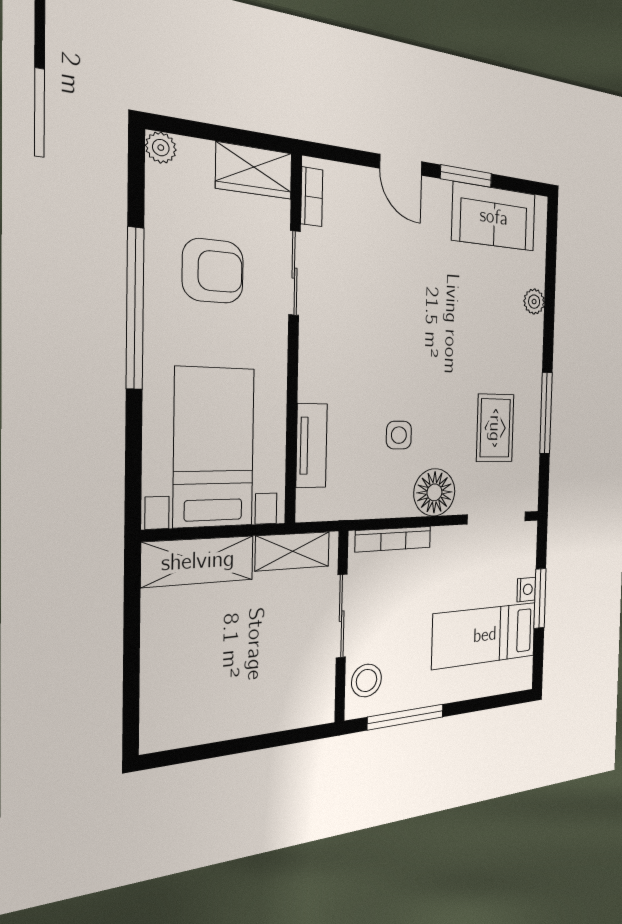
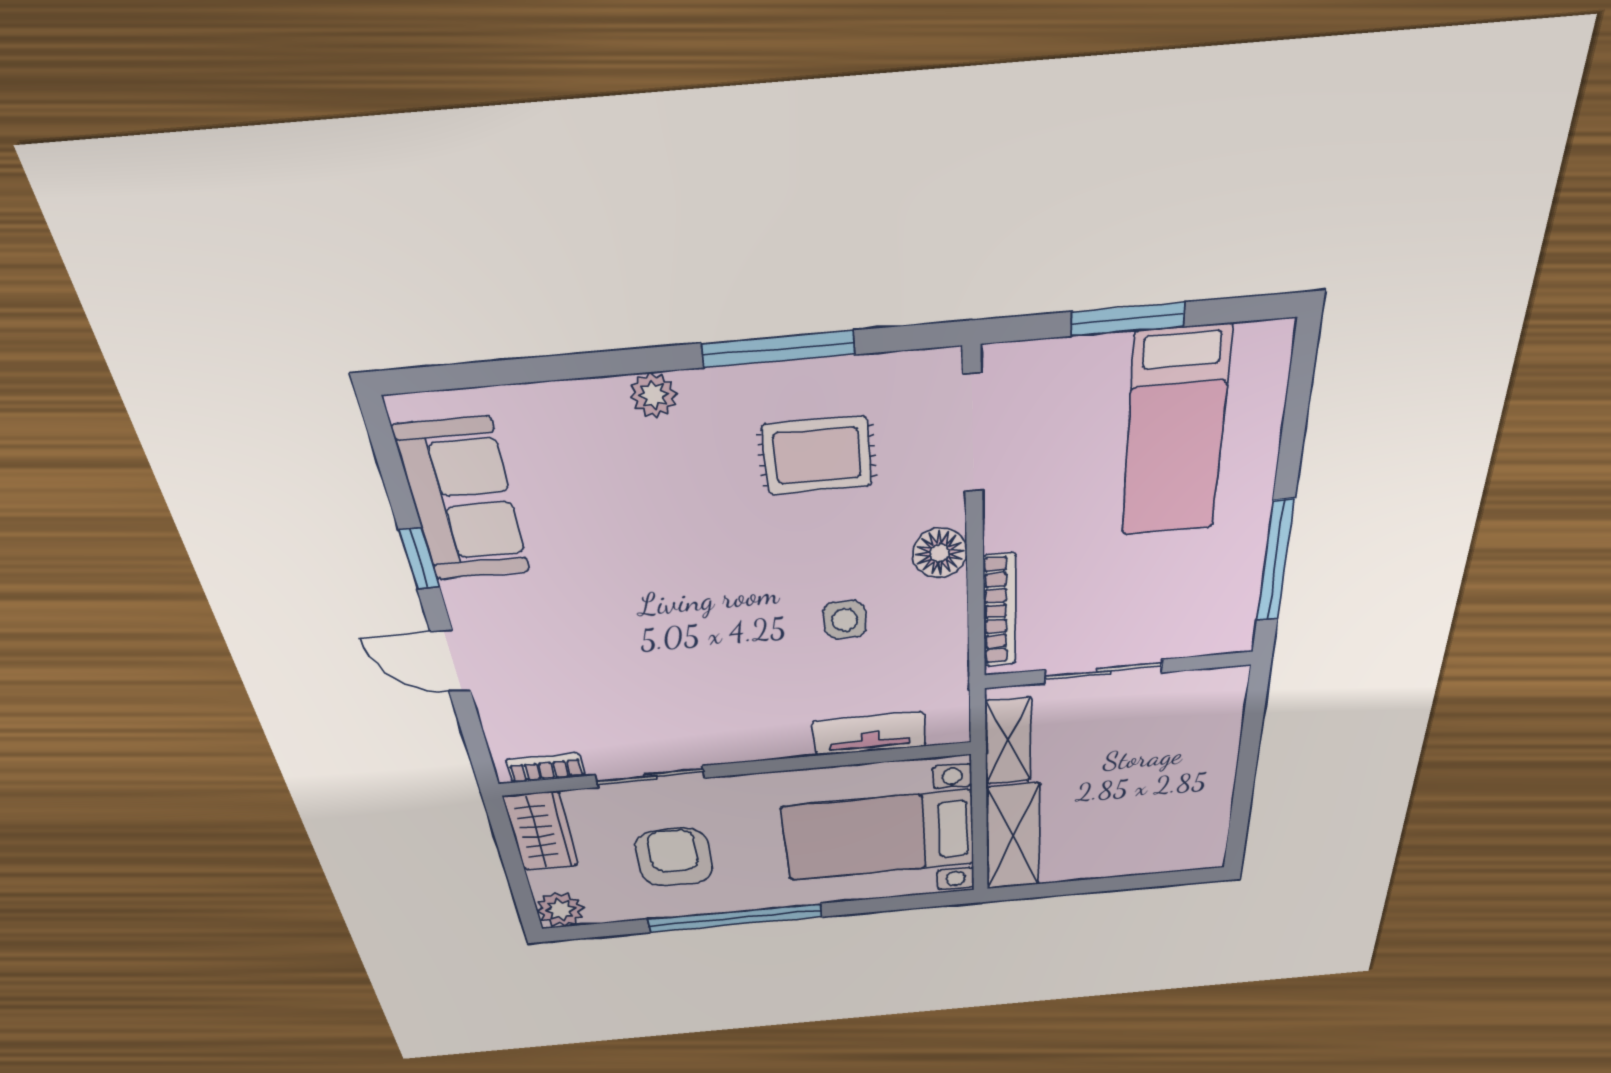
plant: (161, 148) -> (560, 910), width x1.38, depth x1.38
door: (401, 165) -> (451, 661), swing flipped
window: (466, 176) -> (419, 558), width x0.67
plant: (534, 302) -> (653, 395), moved
floor lamp: (434, 492) -> (940, 553), width x0.73, depth x0.73
nightstand: (526, 589) -> (1107, 353), removed
stool: (367, 680) -> (1203, 627), removed

